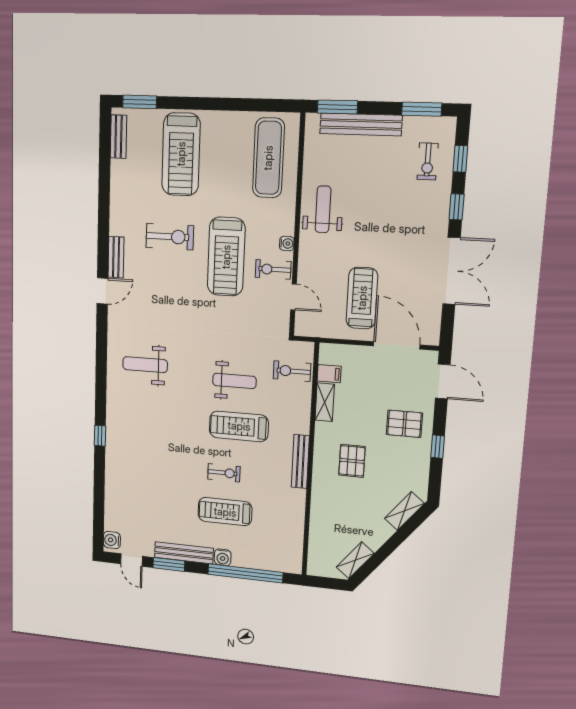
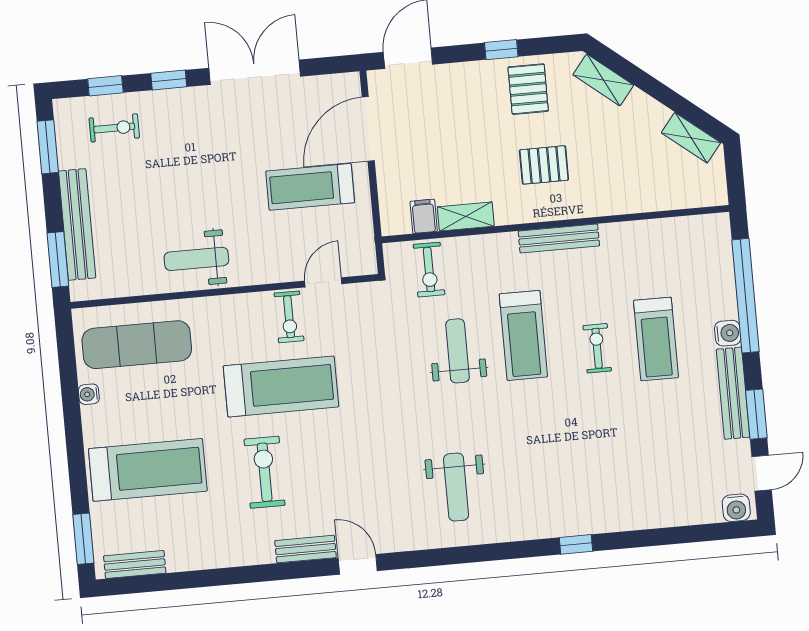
water cooler: (287, 243) -> (89, 394), moved, turned -90
pallet: (404, 424) -> (528, 89), moved

